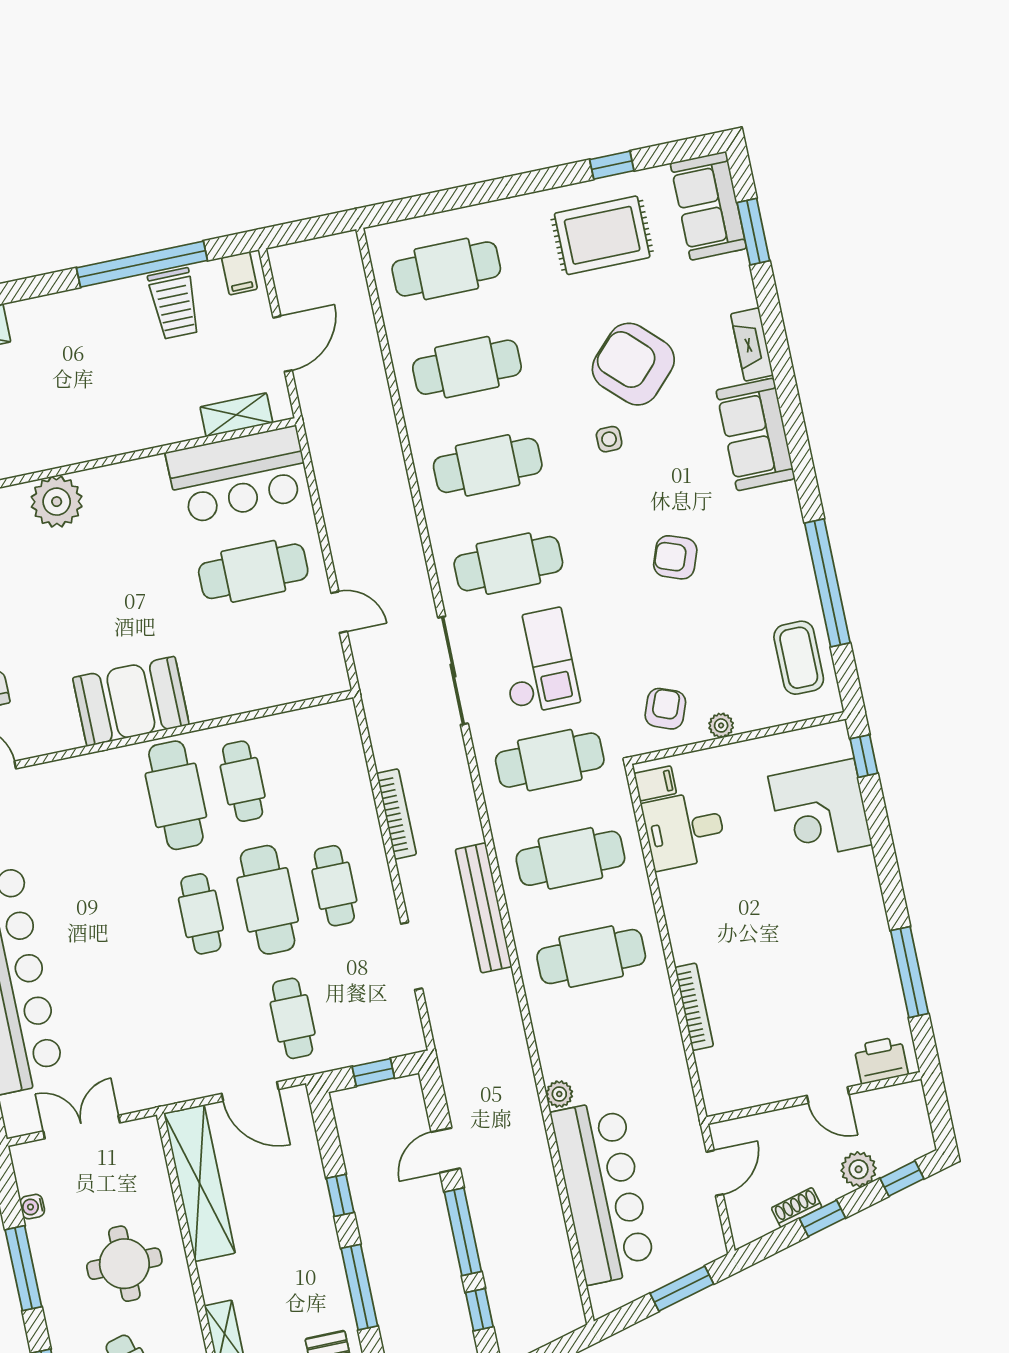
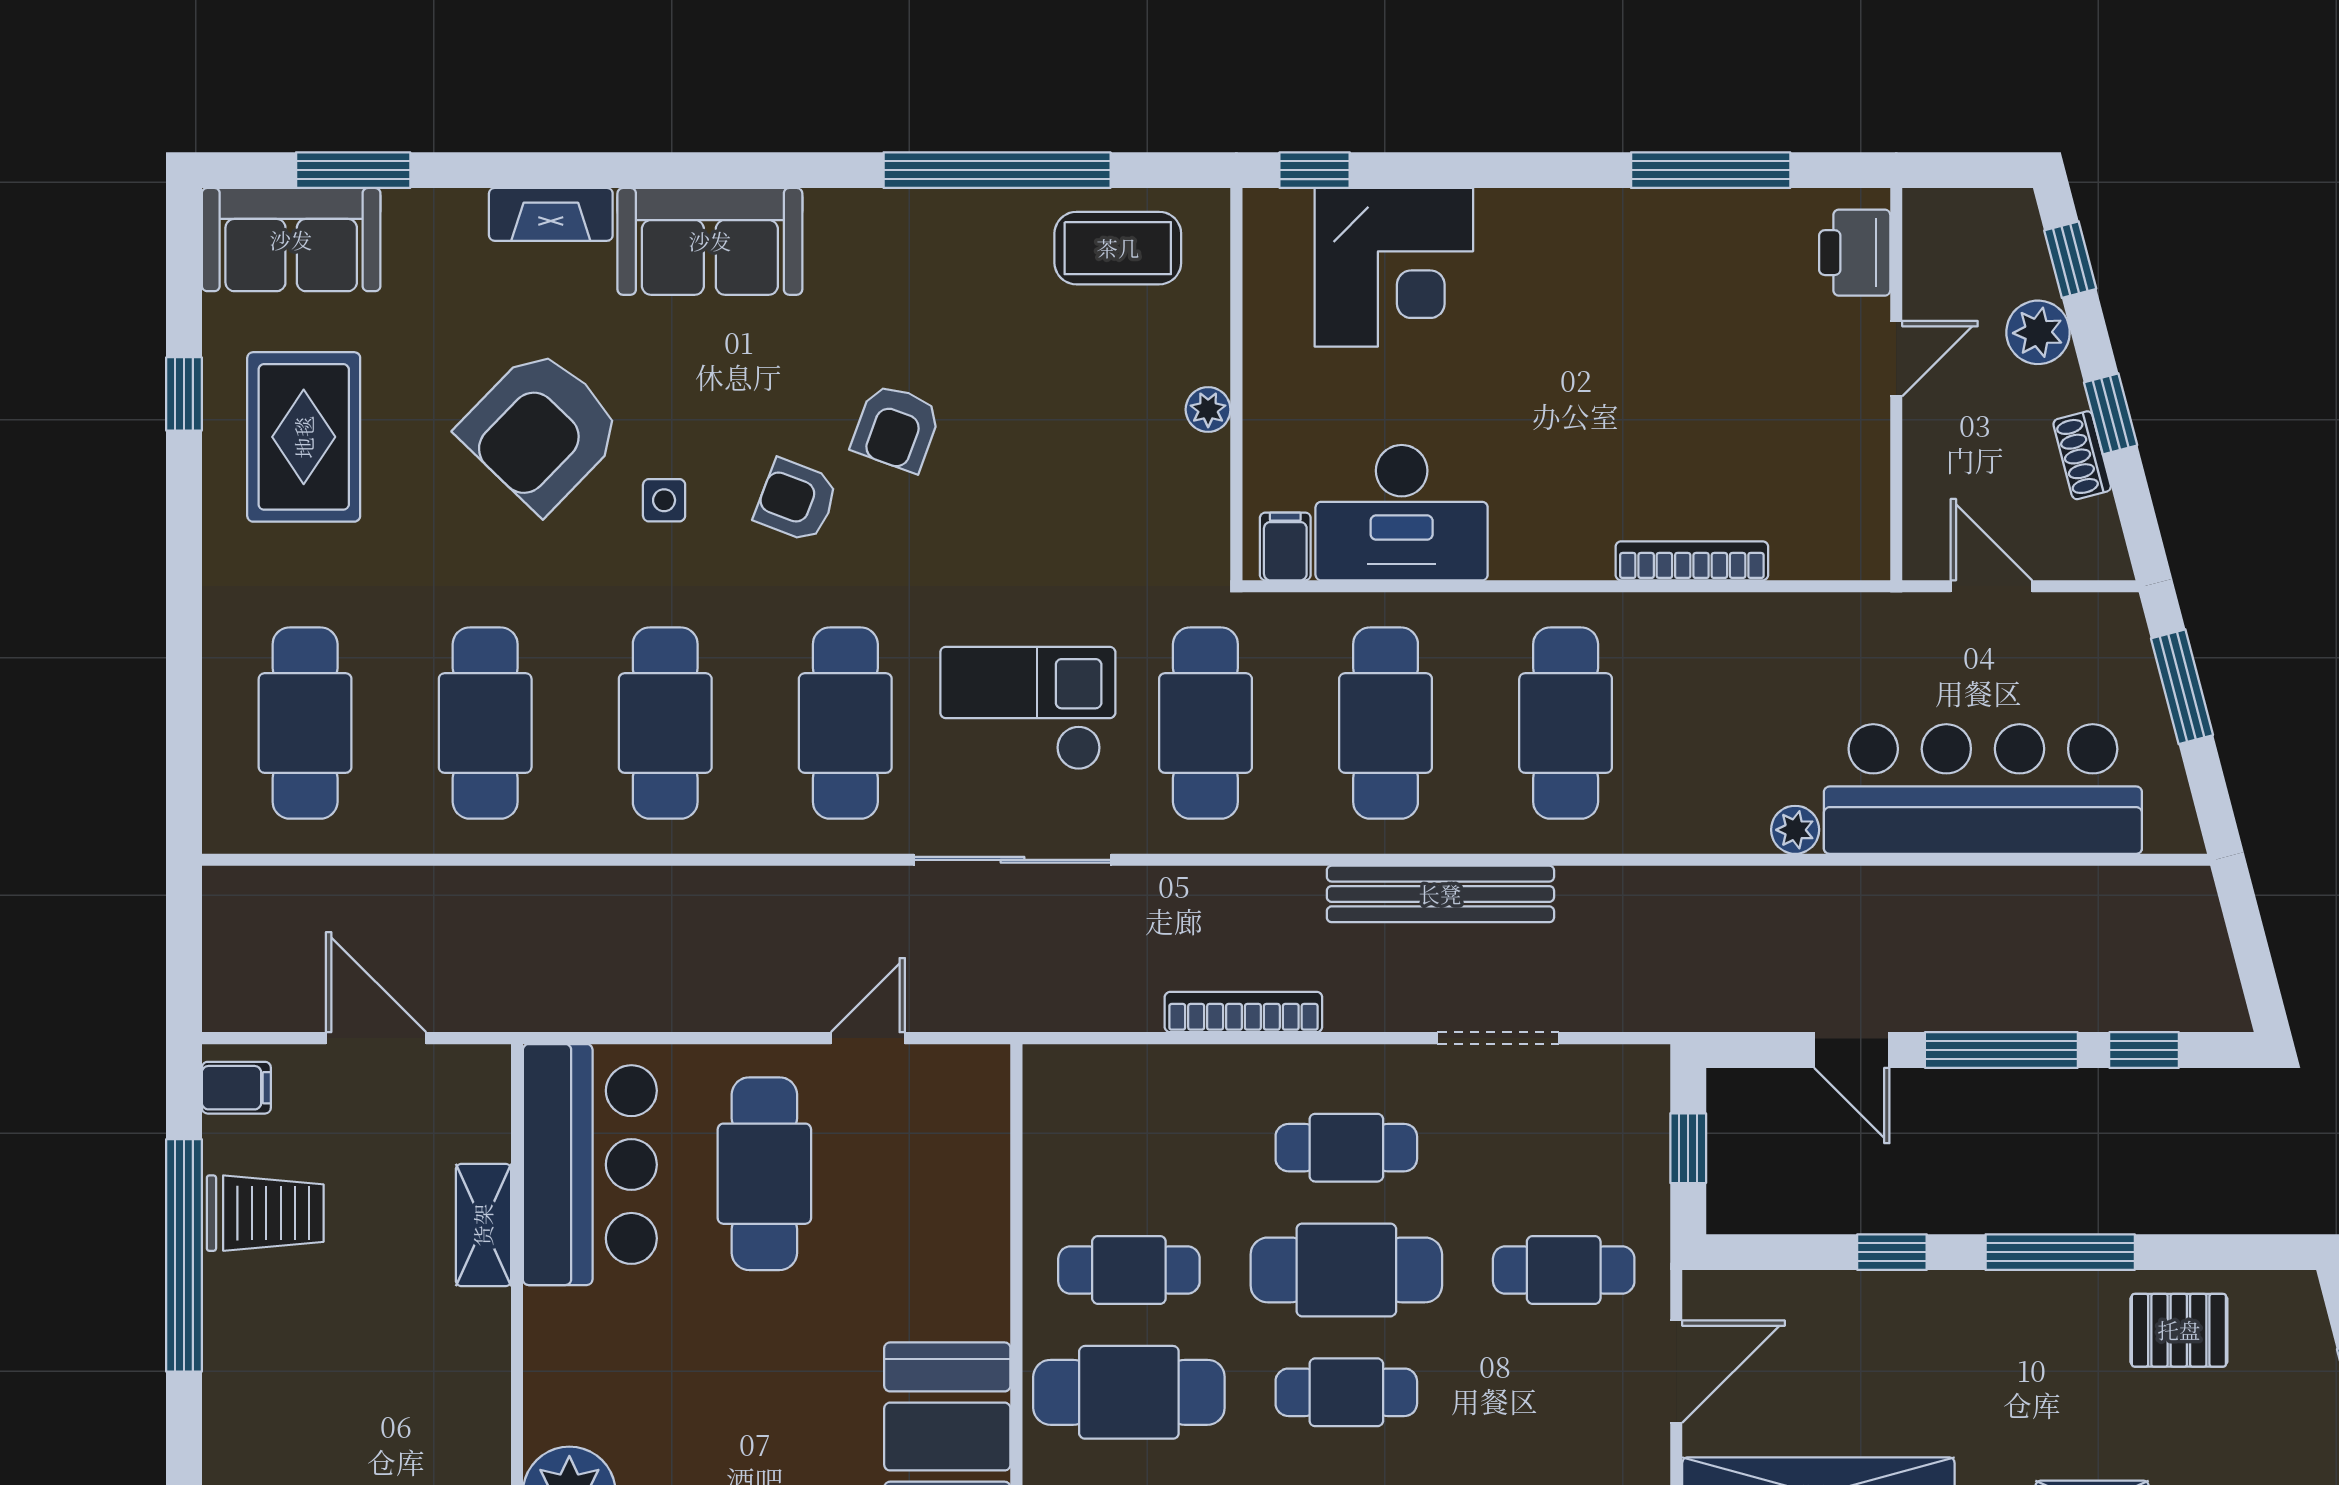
shelving: (236, 415) -> (483, 1225), moved
armchair: (665, 709) -> (796, 500), moved
desk: (684, 830) -> (1402, 513), width x1.37

